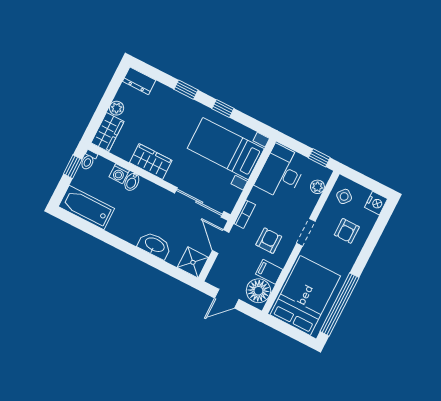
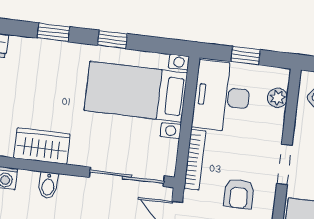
window: (319, 158) -> (246, 56), moved
bidet: (132, 182) -> (48, 185), moved
bookcase: (245, 214) -> (195, 160), width x1.56
armchair: (269, 241) -> (239, 194), turned 180

